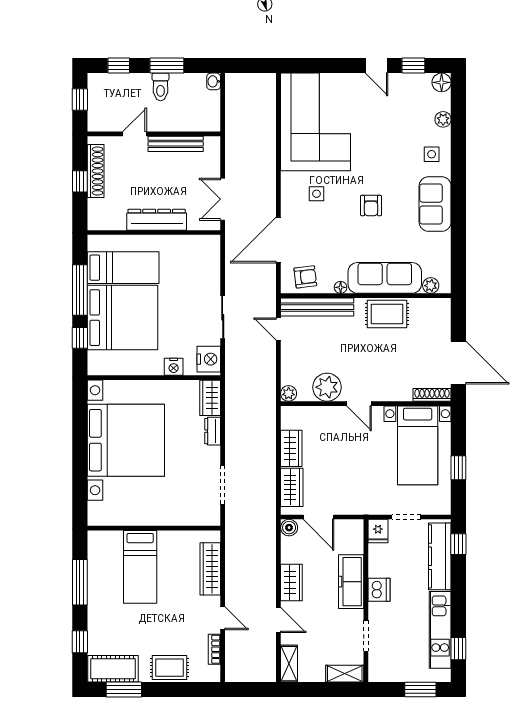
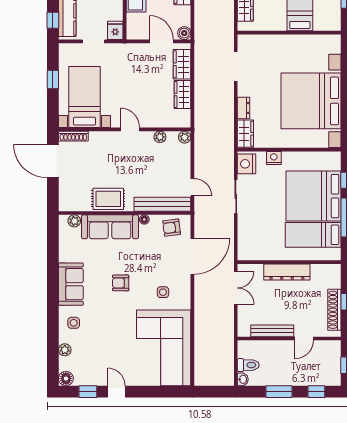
toilet: (161, 87) -> (248, 365), moved, turned 90
armchair: (371, 206) -> (121, 283), turned -90
plant: (327, 387) -> (160, 137), width x0.53, depth x0.53

